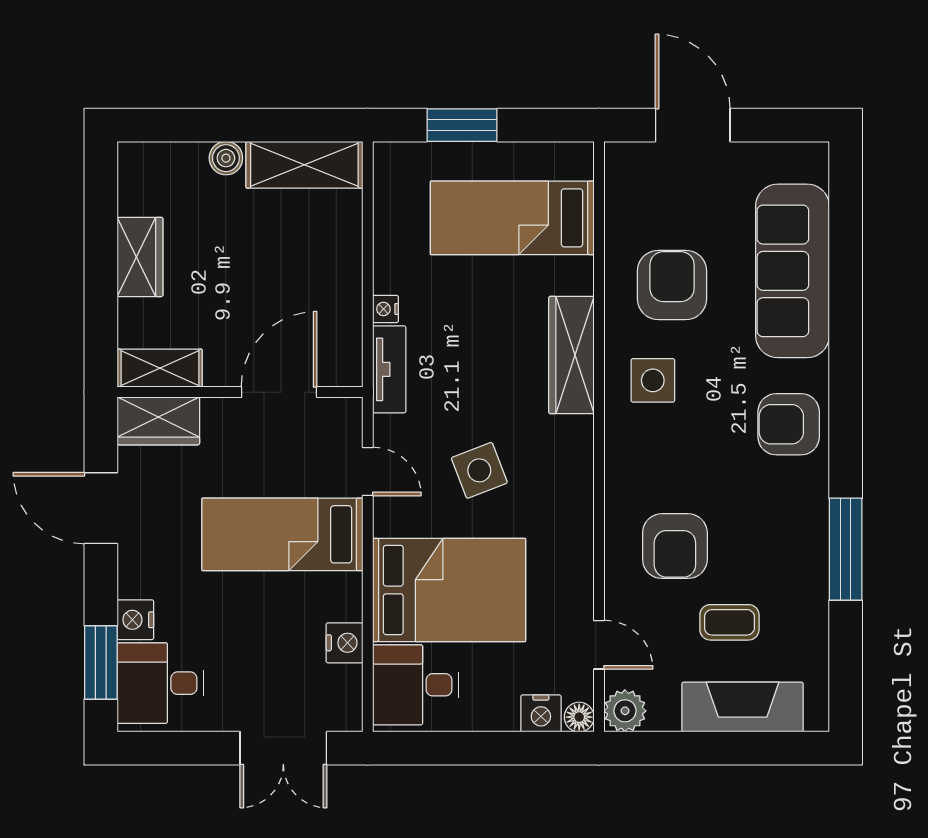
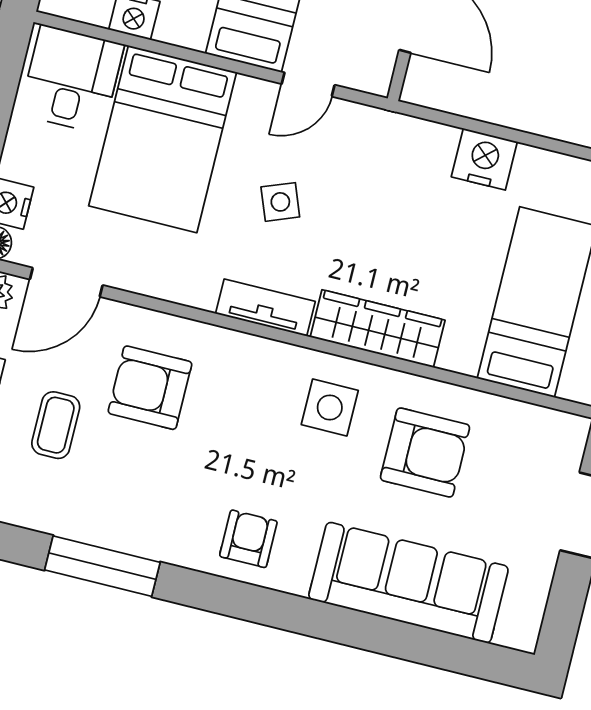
nightstand: (385, 309) -> (484, 159), width x1.89, depth x1.79
tv unit: (389, 369) -> (265, 308), moved, turned 180
armchair: (789, 424) -> (248, 539), width x0.72, depth x0.72
side table: (479, 470) -> (280, 202), width x0.73, depth x0.73
door: (599, 645) -> (66, 282), width x1.38

